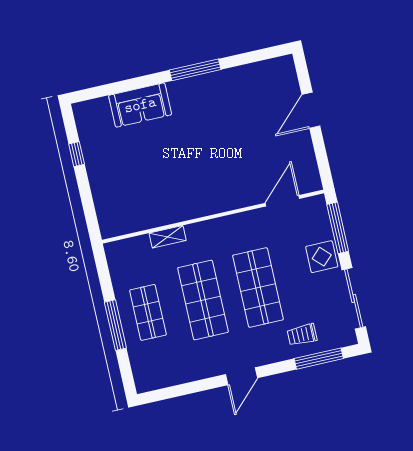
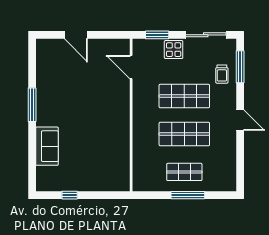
window: (338, 228) -> (157, 35), width x0.69
shelving: (168, 237) -> (138, 148), removed

